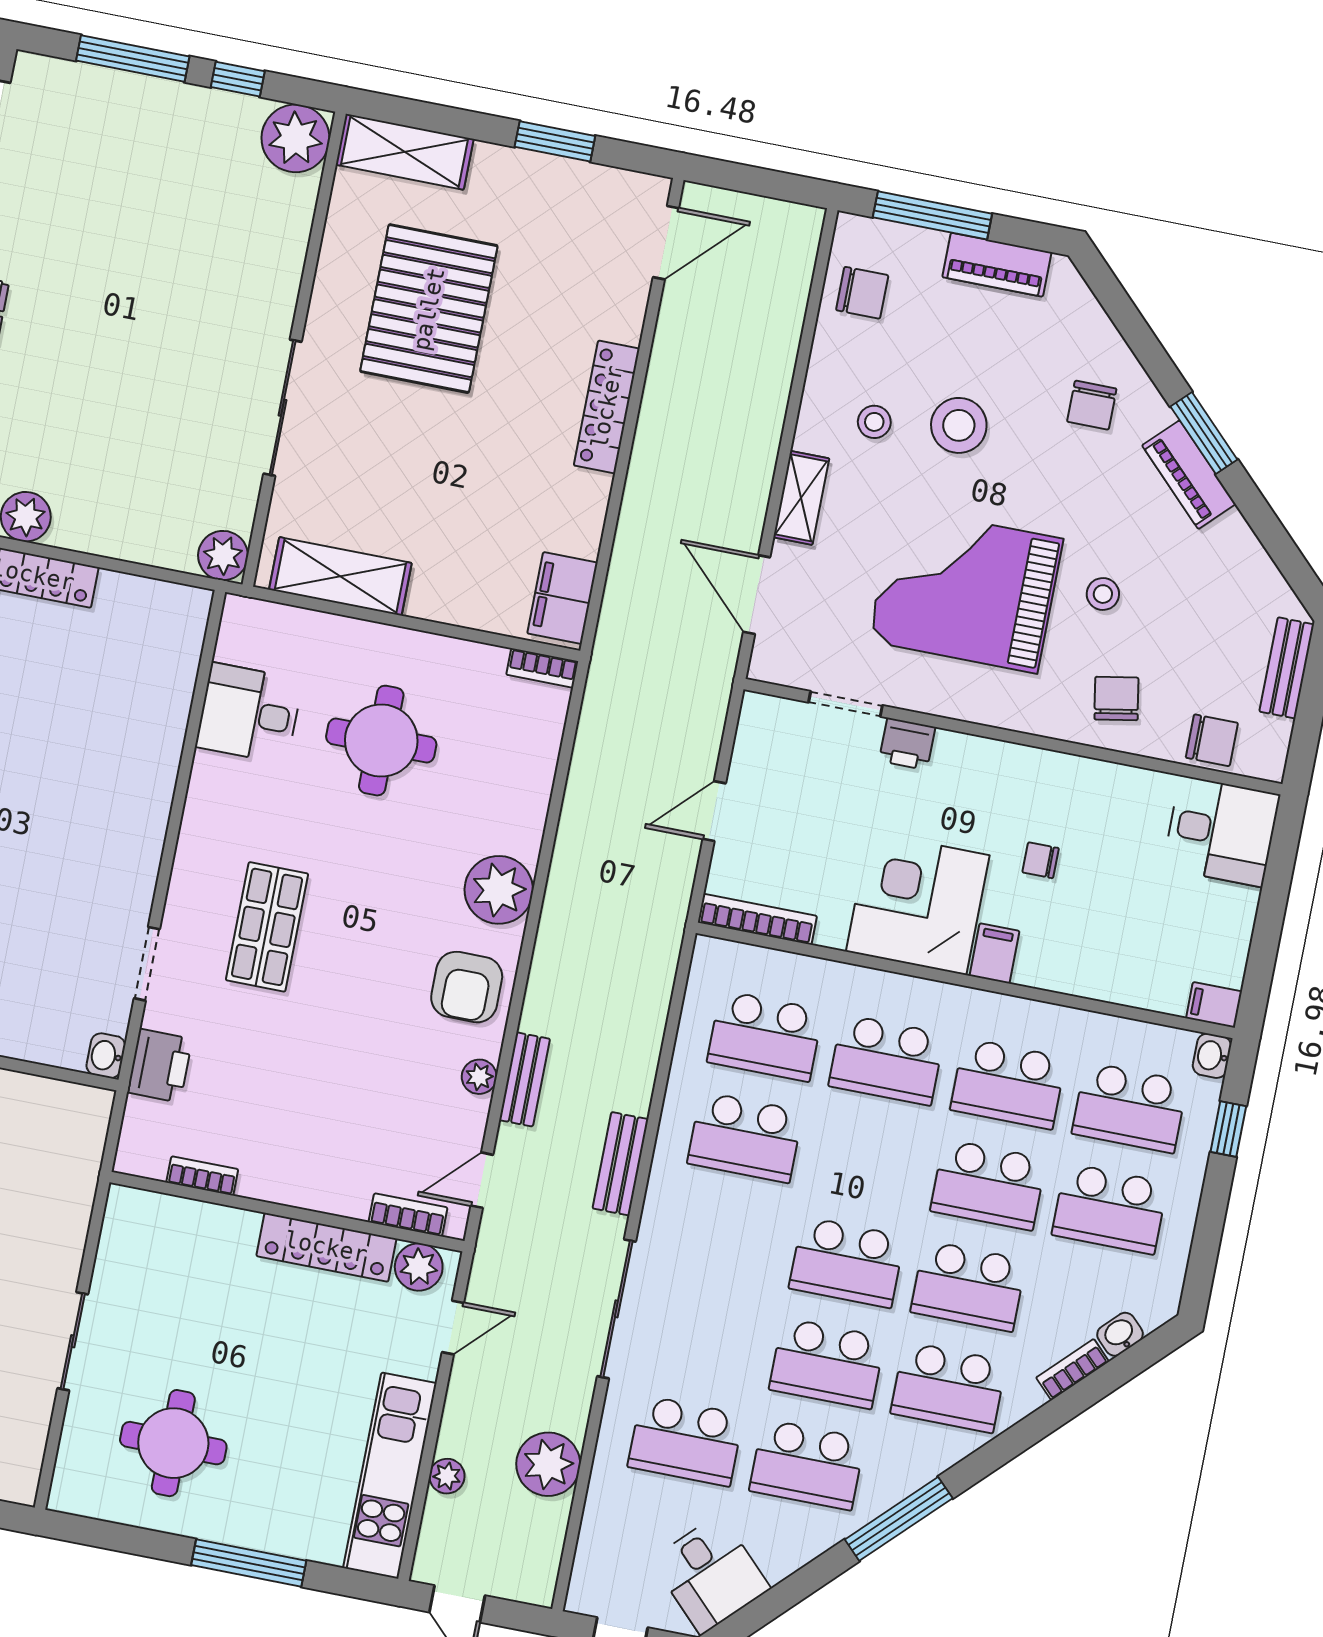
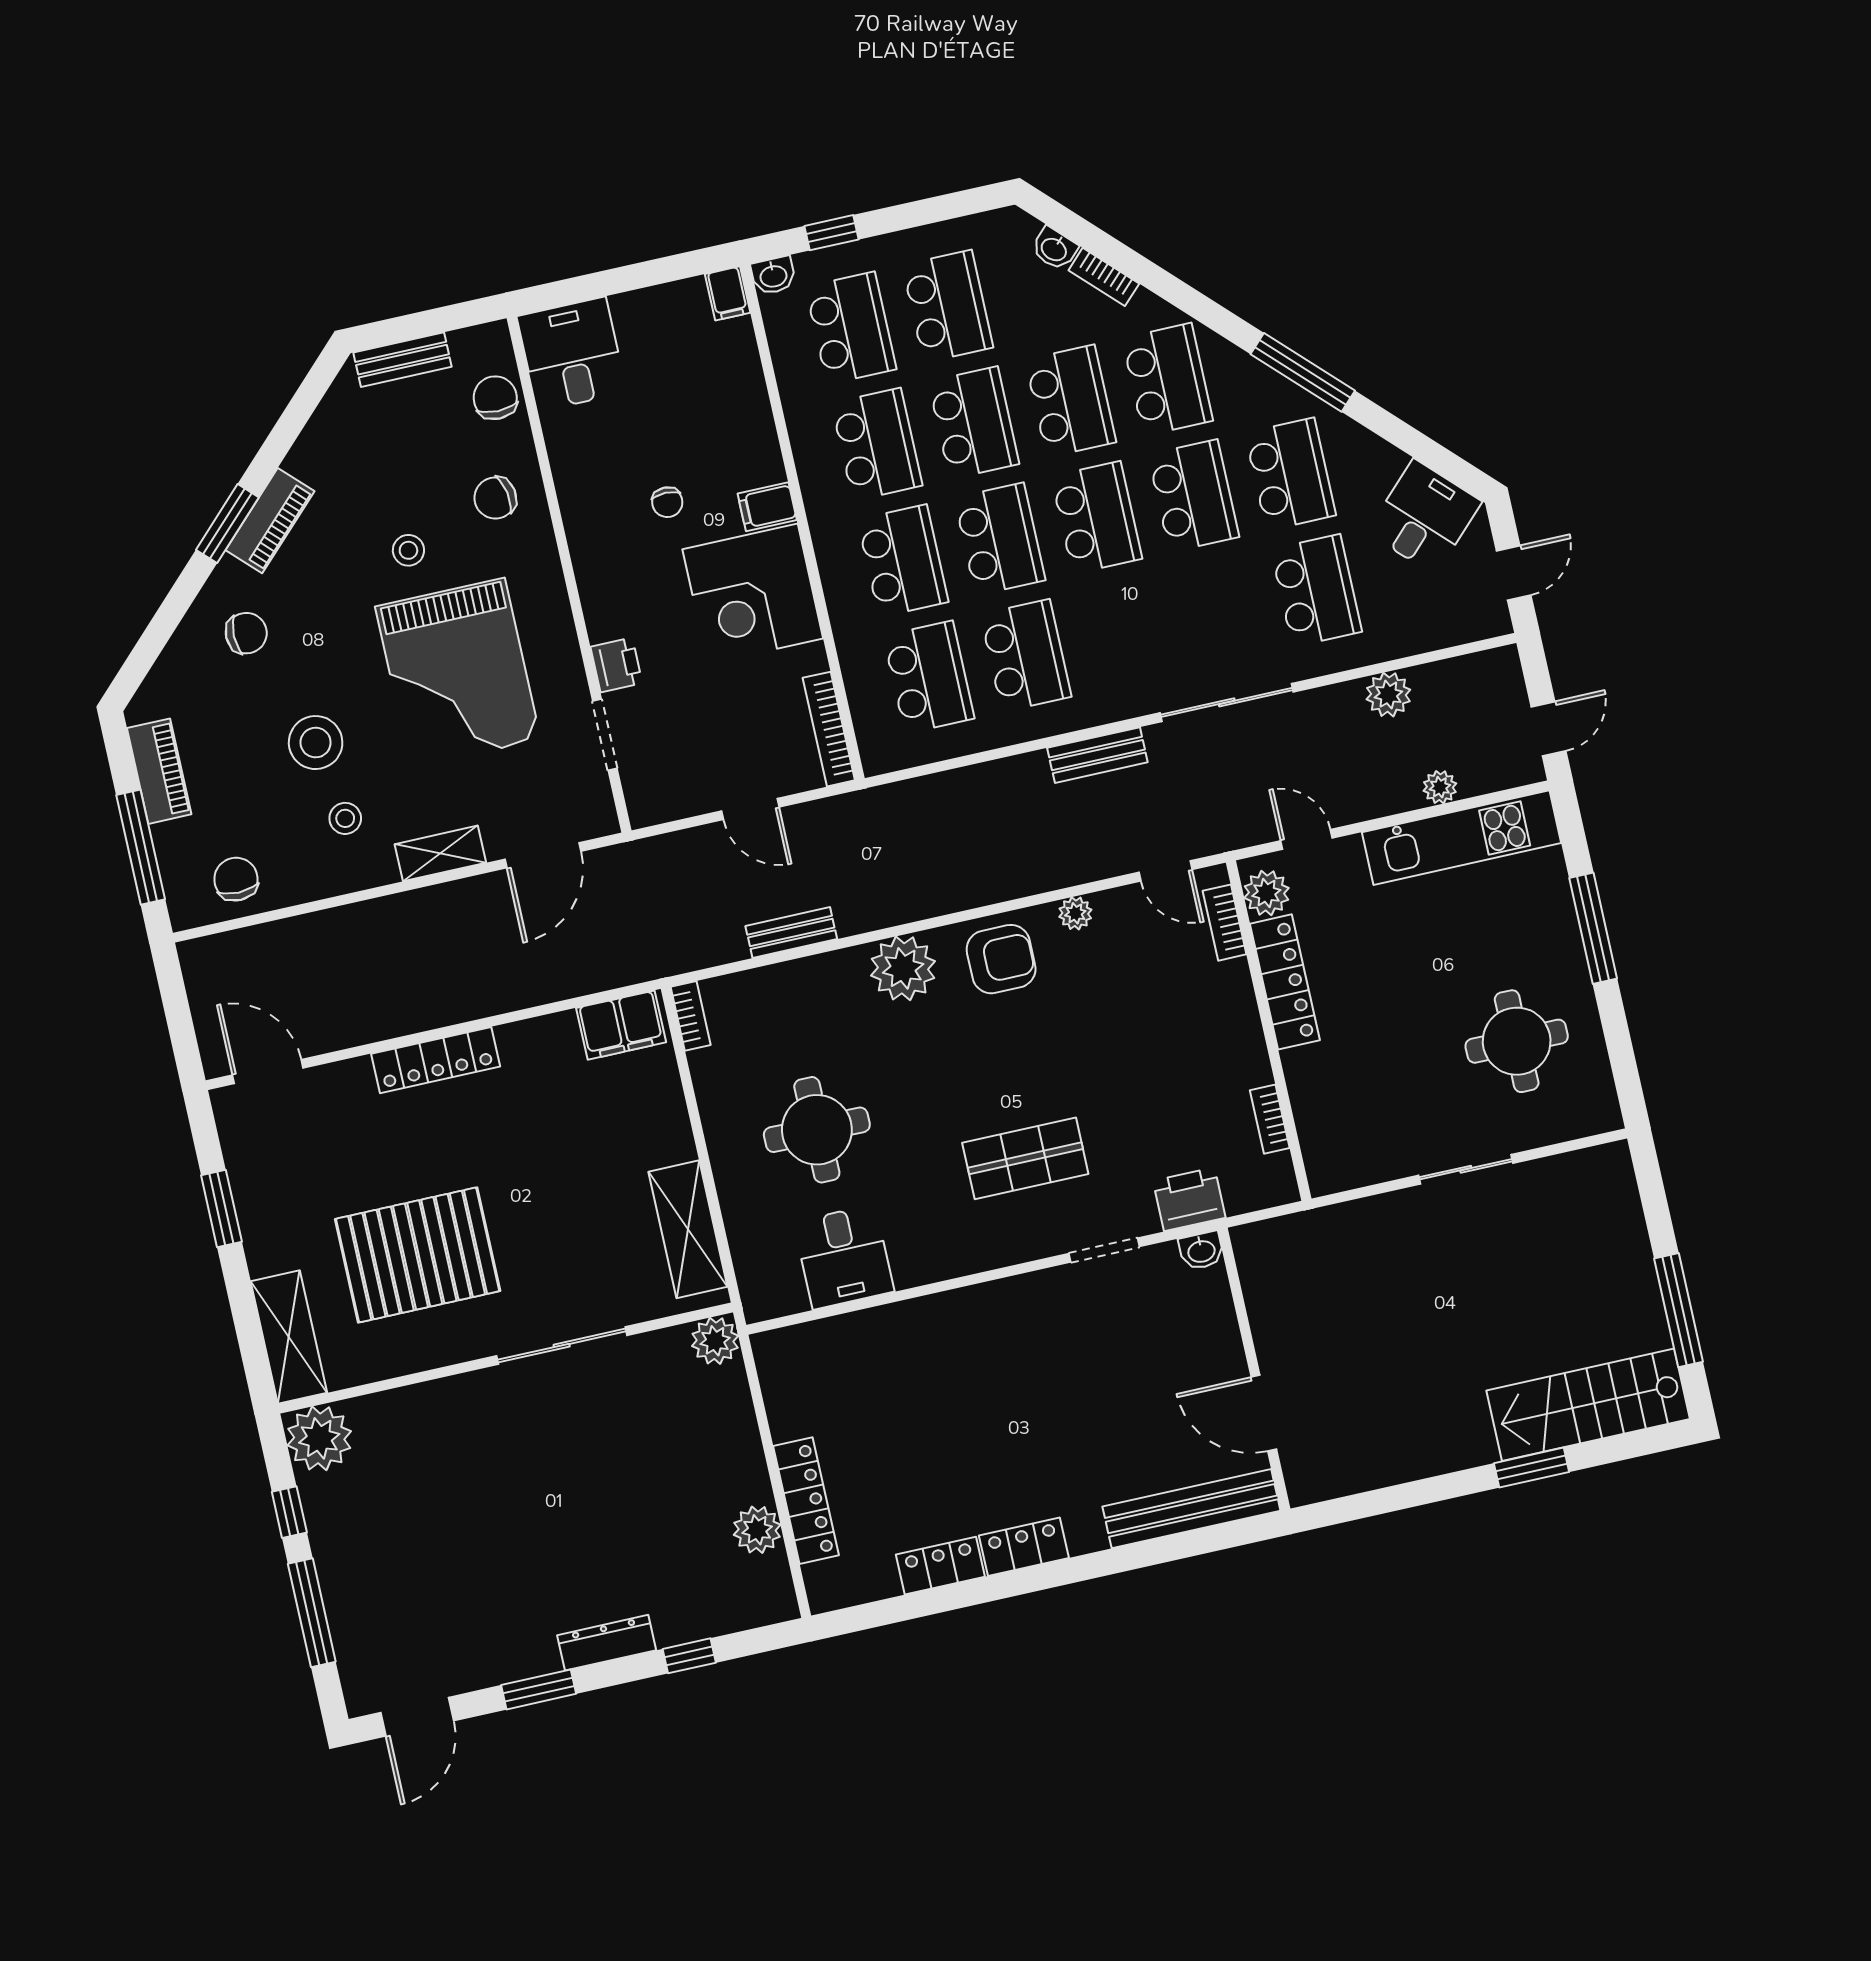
bench: (524, 1079) -> (791, 932), moved
school desk: (867, 1161) -> (1000, 539), added
plant: (548, 1464) -> (1388, 695), width x0.73, depth x0.73

